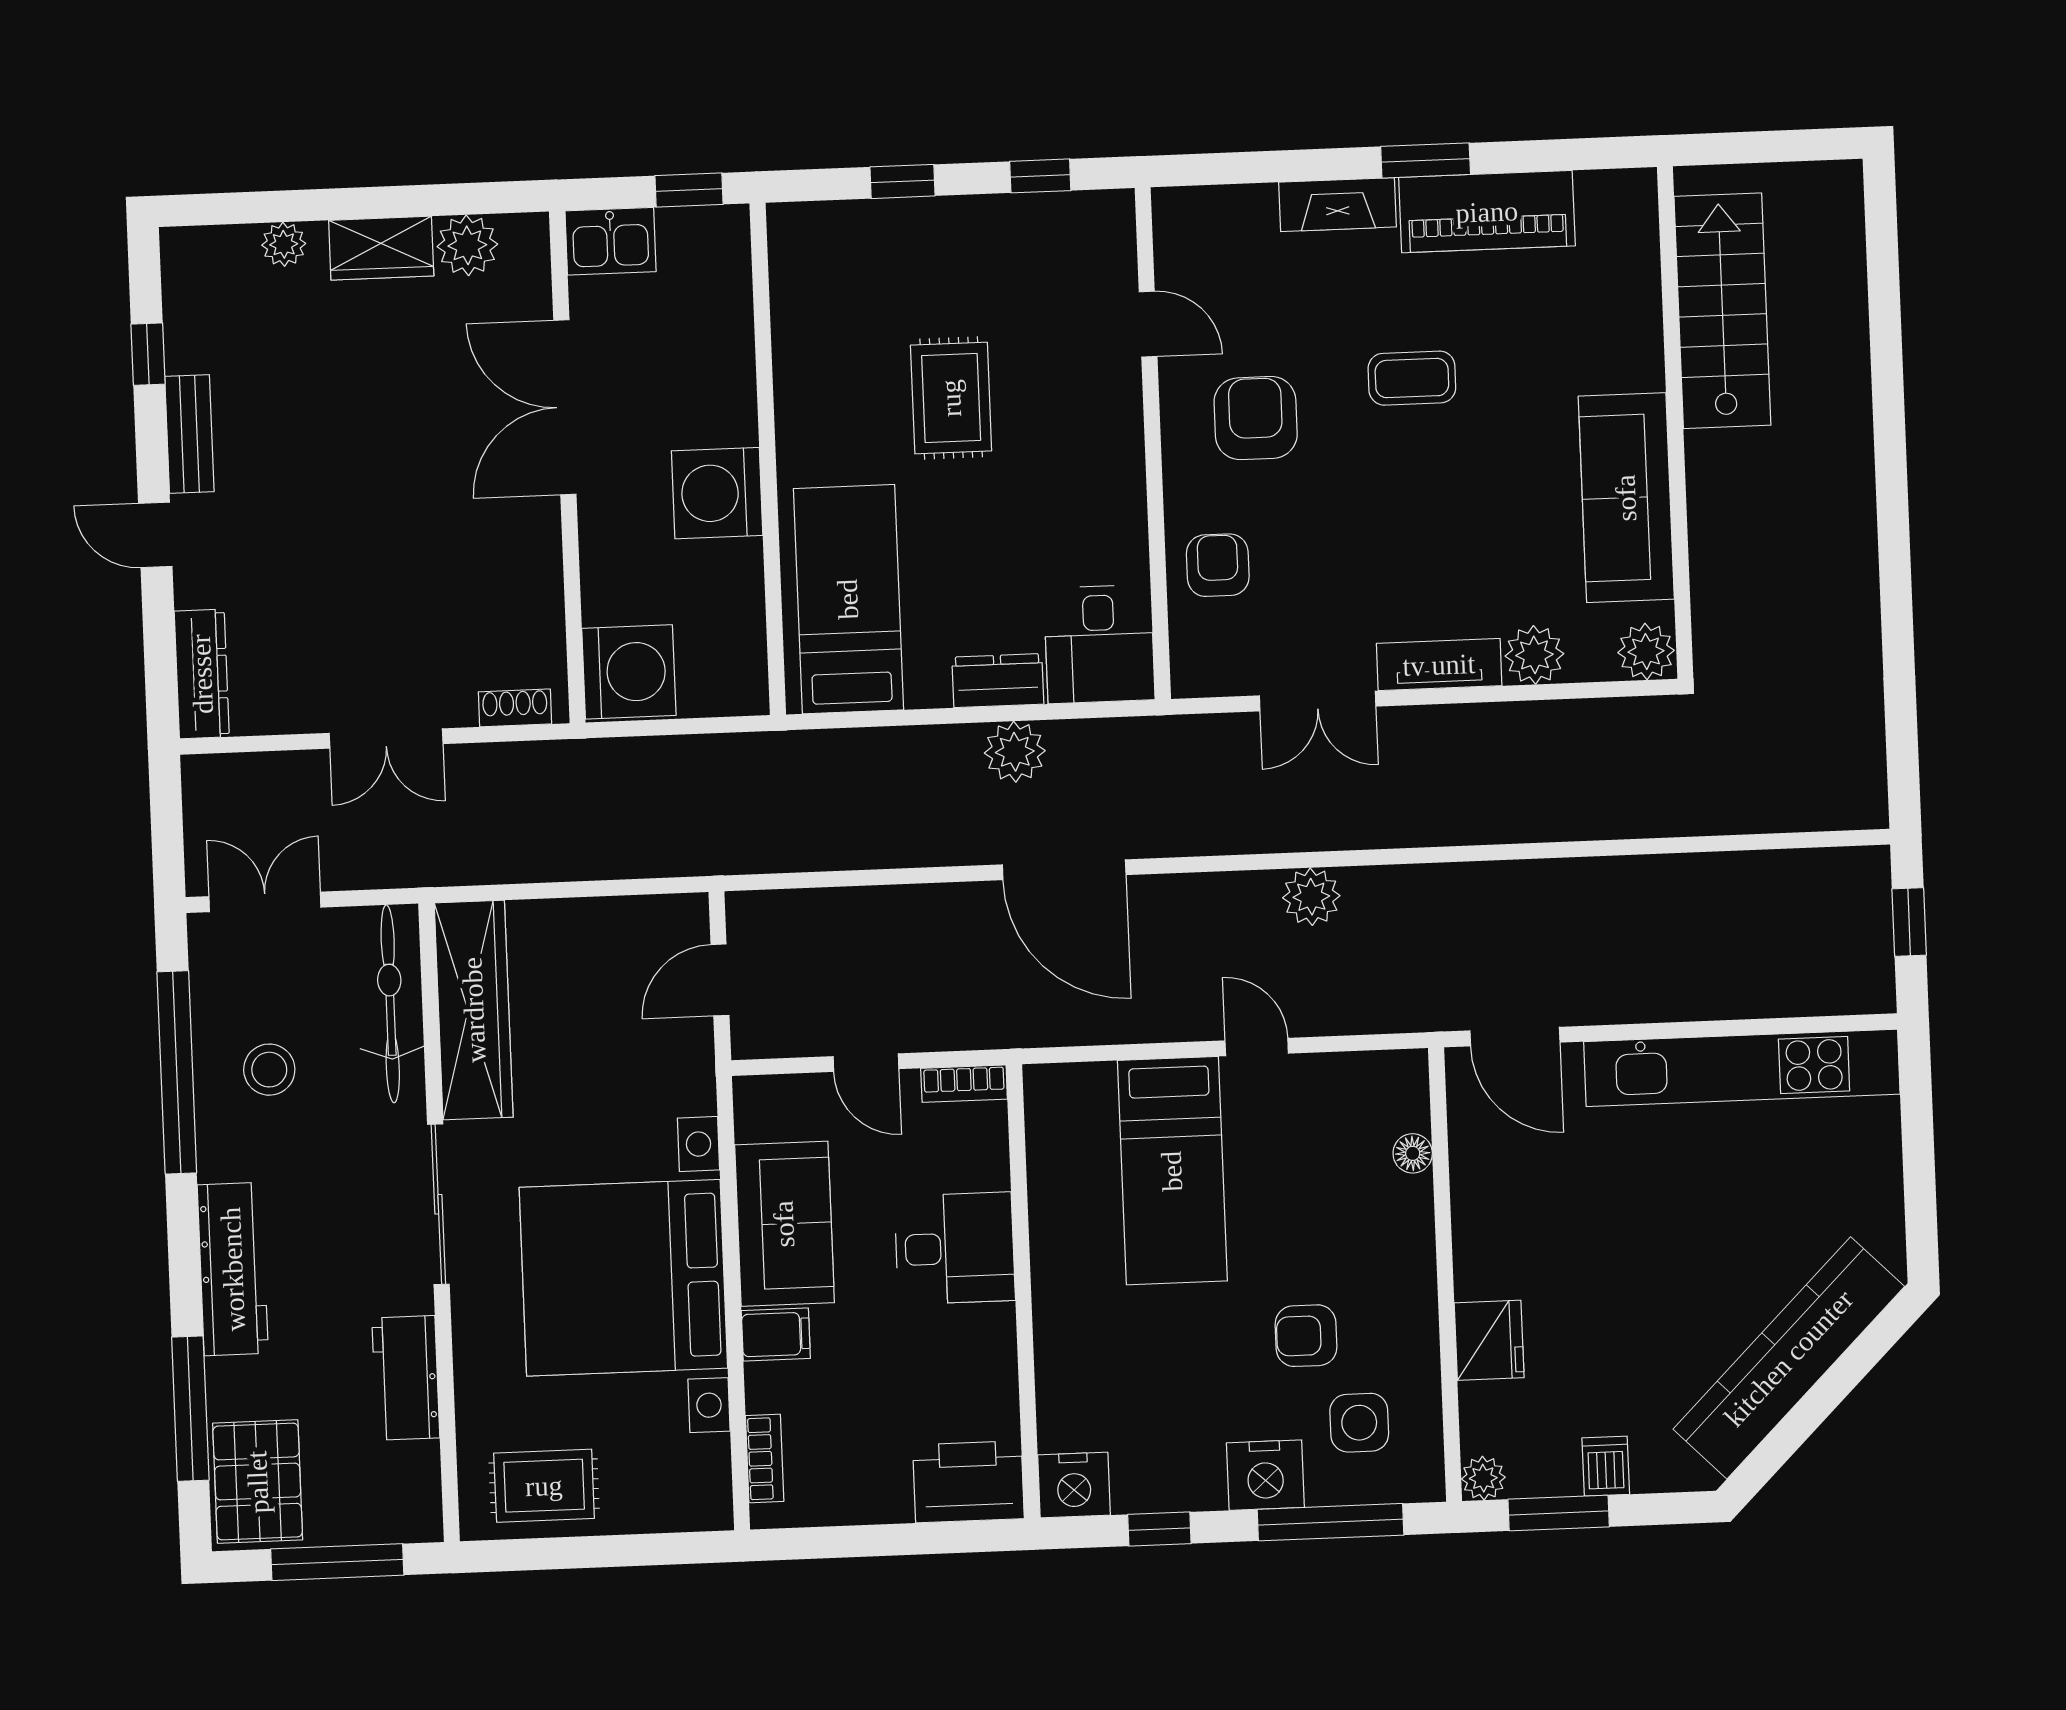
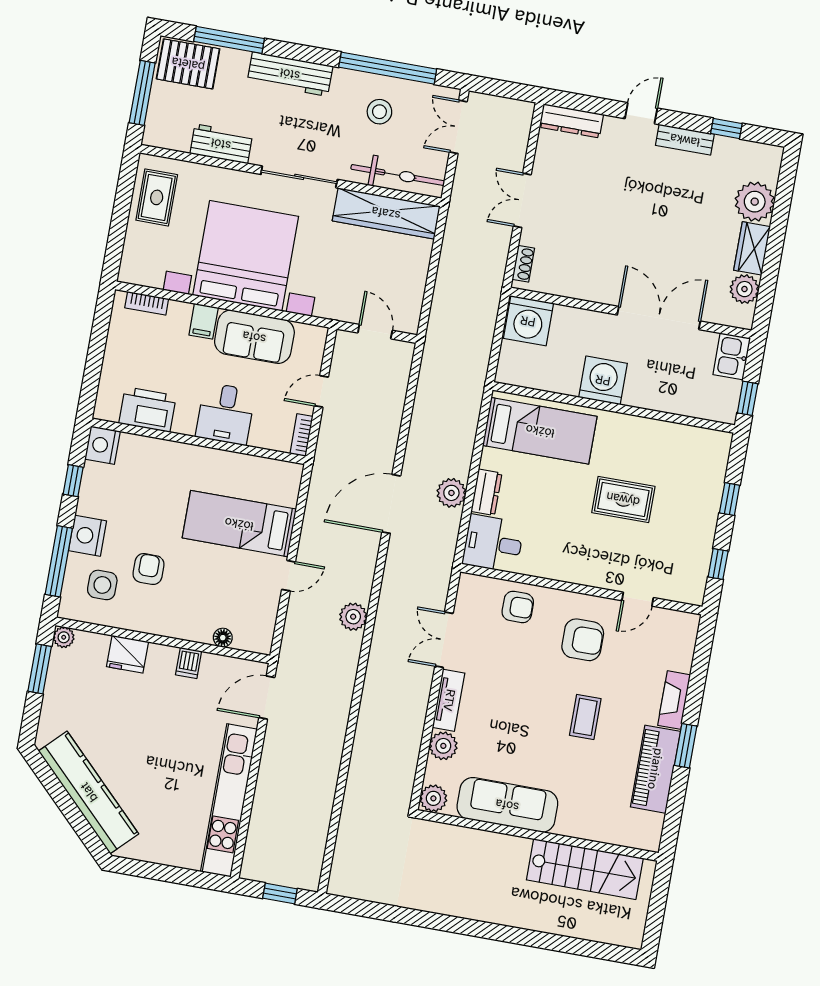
plant: (284, 244) -> (755, 202), width x1.88, depth x1.88
double door: (265, 902) -> (458, 127), swing flipped
dishwasher: (1606, 1466) -> (189, 663), moved, turned 90
printer: (968, 1482) -> (148, 409), moved, turned -90

